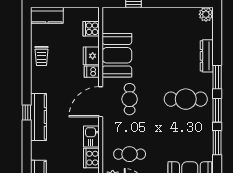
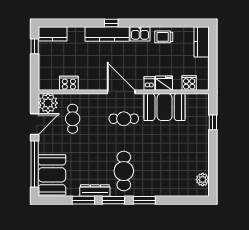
plant: (206, 14) -> (203, 180), moved
dresser: (207, 56) -> (95, 191), moved
kitchen sink: (91, 137) -> (140, 34), moved, turned 180

